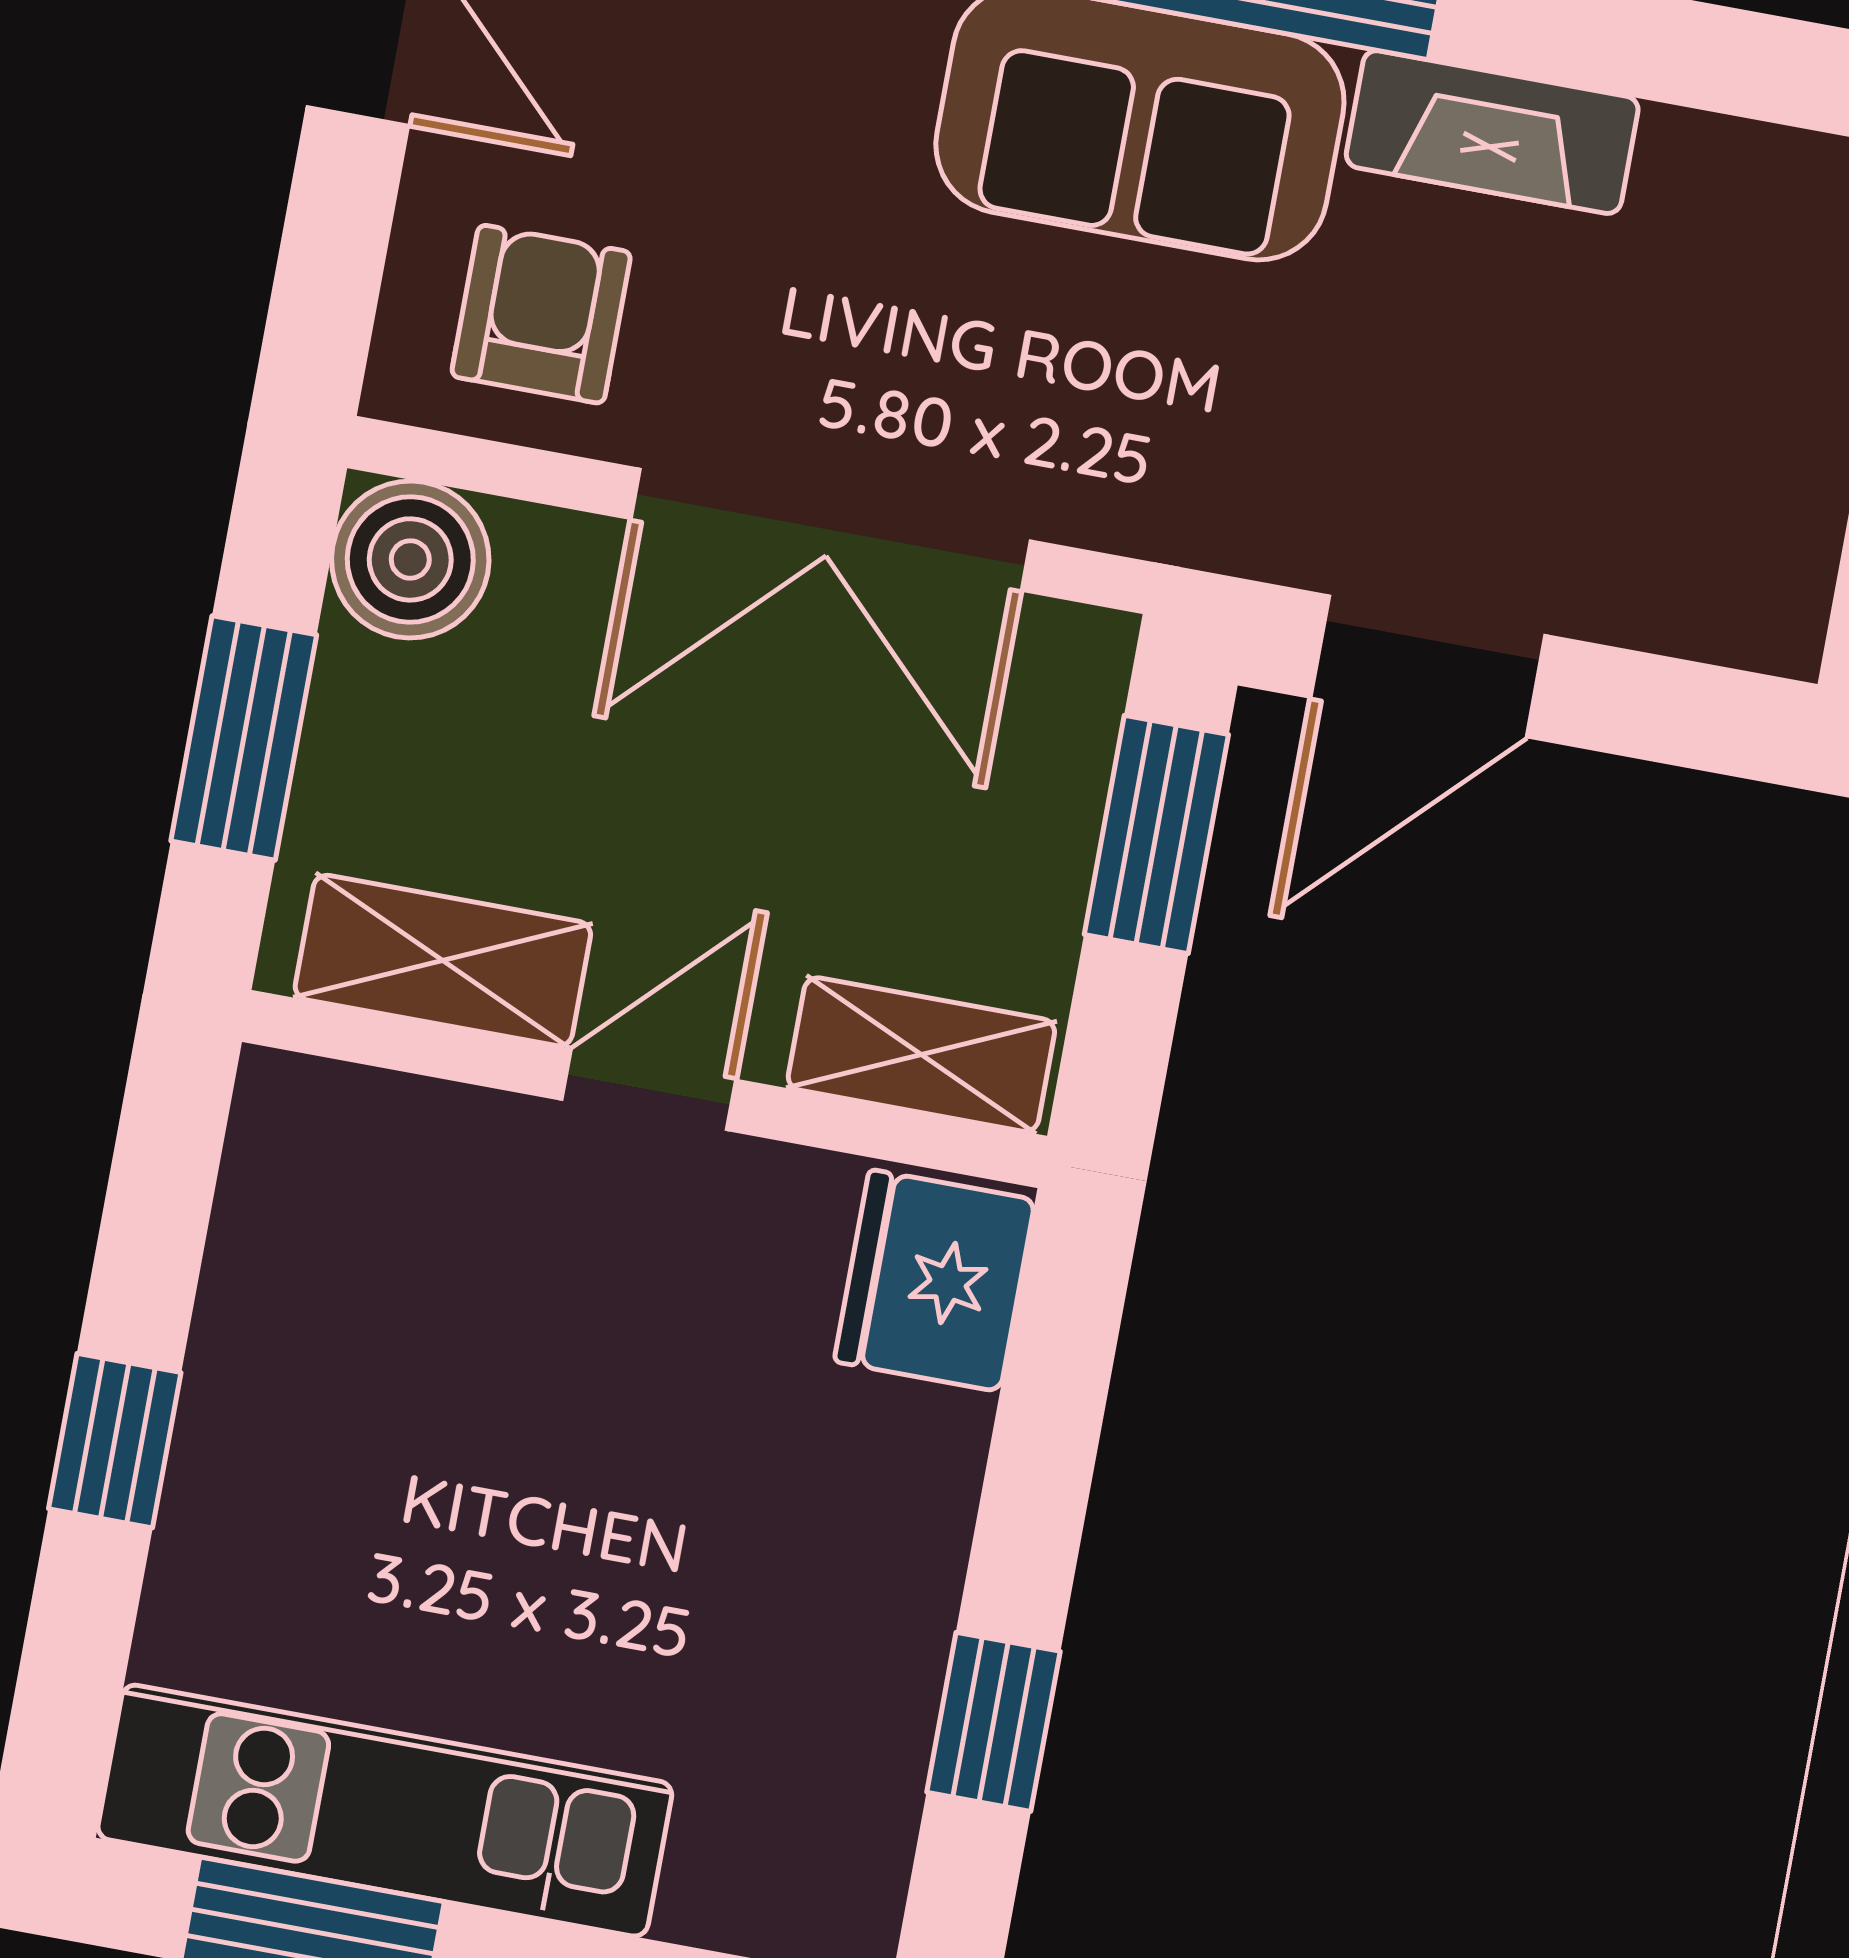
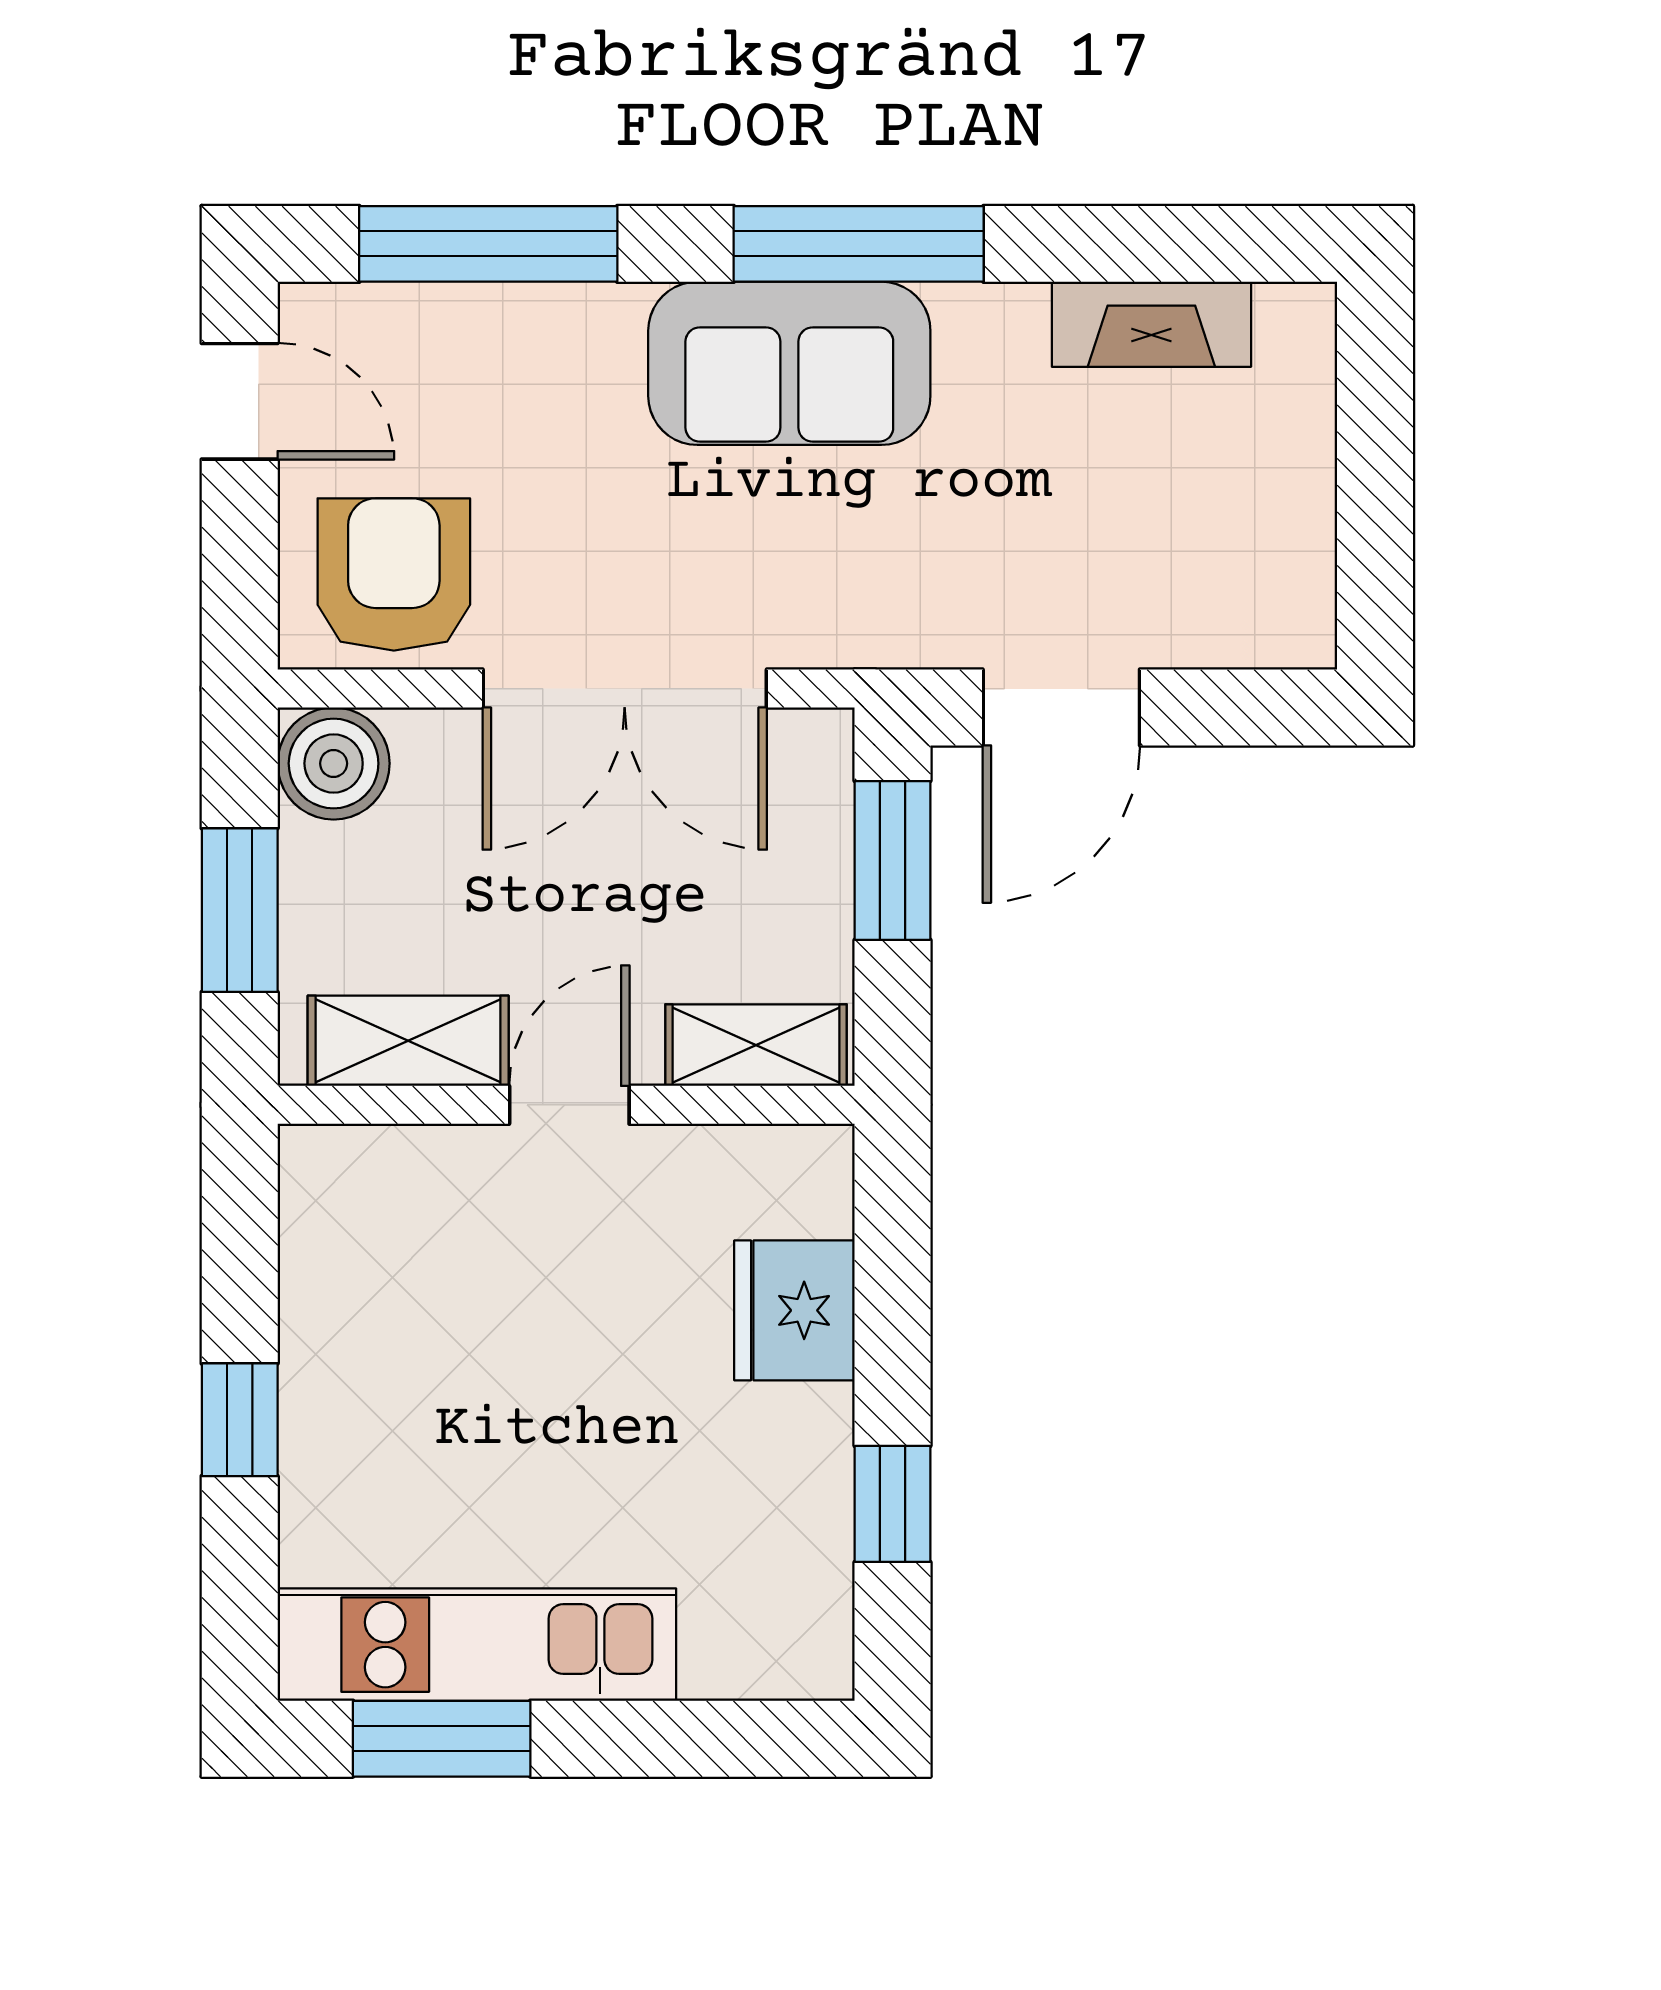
fireplace: (1492, 132) -> (1151, 324), moved
armchair: (541, 314) -> (394, 574), width x1.38, depth x1.38
fridge: (935, 1281) -> (794, 1310), moved

